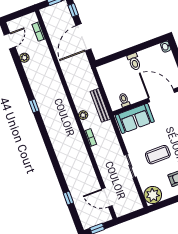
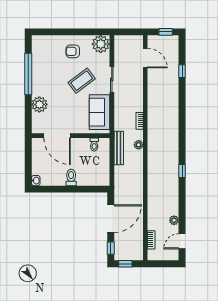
sofa: (135, 118) -> (99, 112), moved, turned -90
coffee table: (158, 155) -> (82, 81), turned -37

